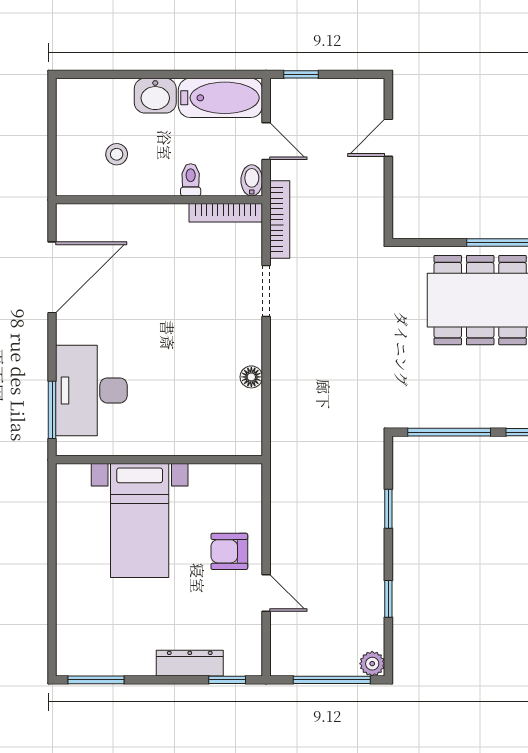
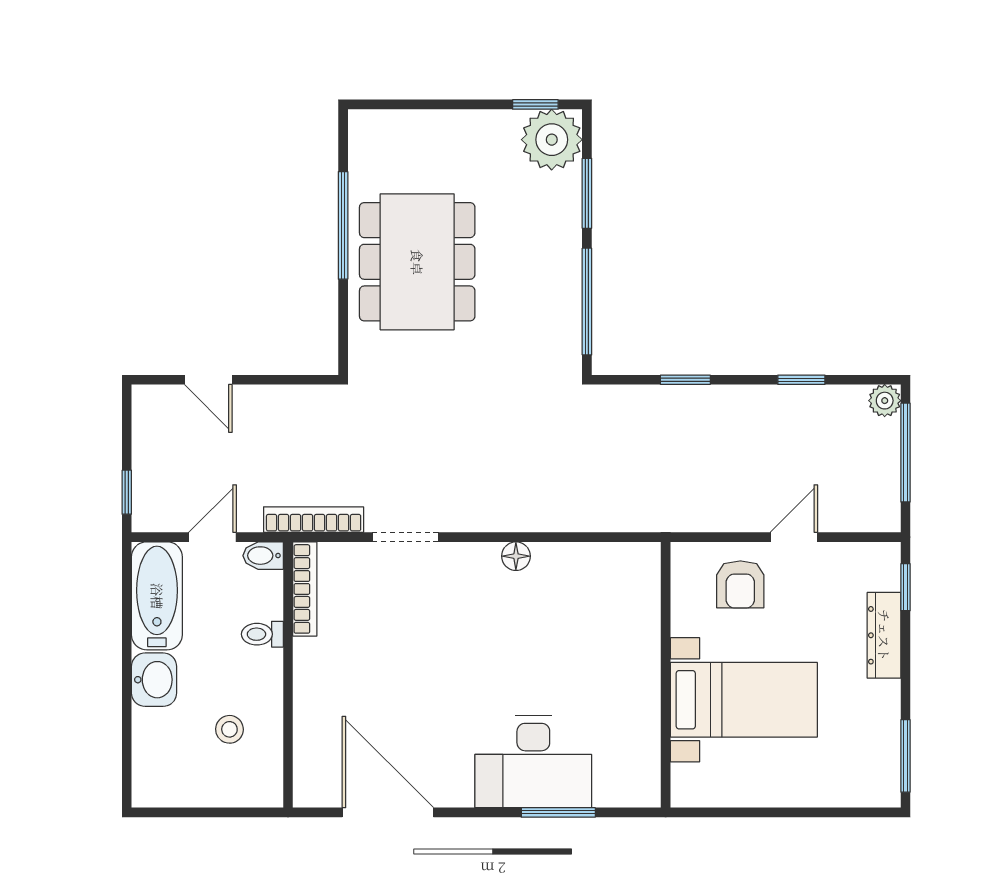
wall: (159, 460) -> (666, 675), moved
bed with nightstands: (140, 520) -> (744, 700), moved

